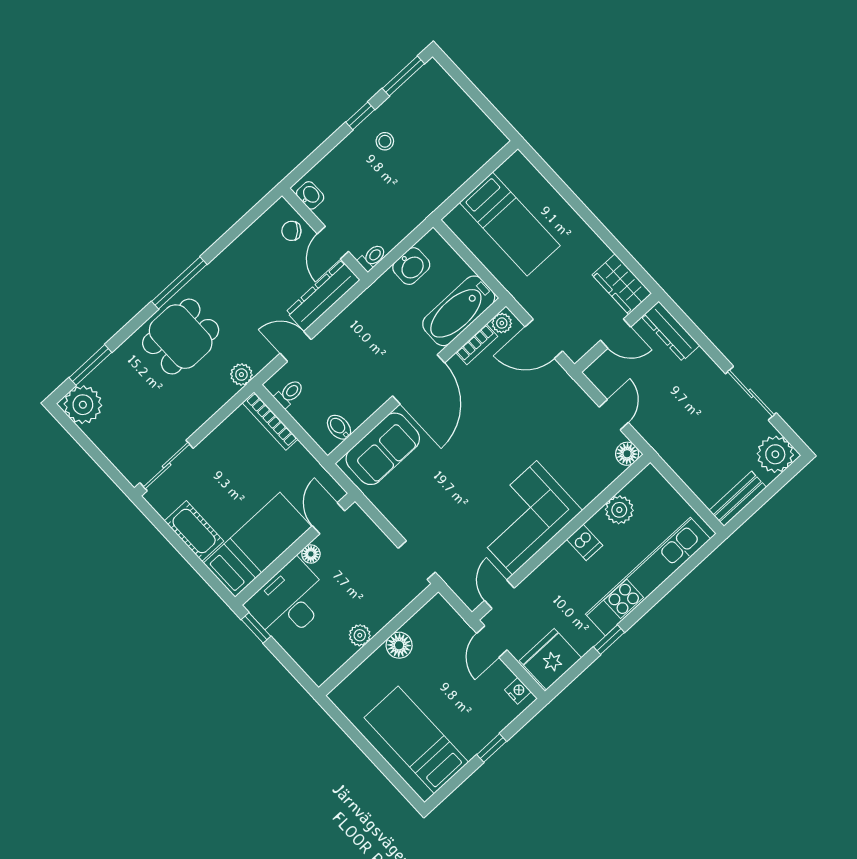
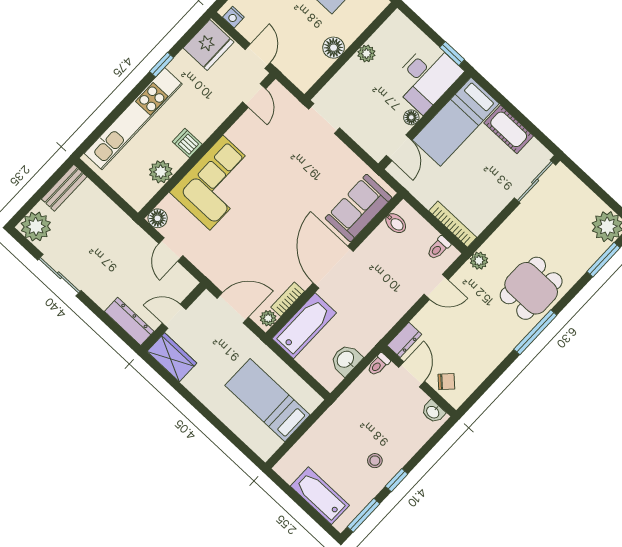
bathtub: (455, 104) -> (320, 496), added
dresser: (323, 296) -> (404, 340), width x0.51, depth x0.80
corner sofa: (525, 518) -> (216, 183), moved

